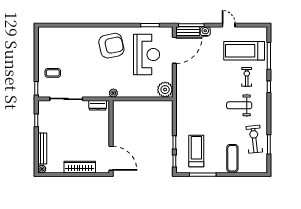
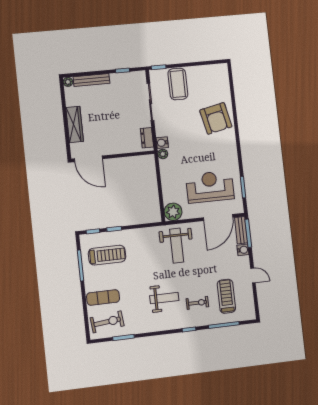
door: (229, 25) -> (253, 275), hinge flipped
armchair: (111, 46) -> (216, 118), moved
door: (174, 50) -> (218, 217), hinge flipped
treadmill: (244, 51) -> (226, 296), width x0.73, depth x0.73
reception desk: (147, 55) -> (210, 187), turned 180
coffee table: (53, 73) -> (178, 84), width x1.86, depth x1.72
weight bench: (195, 90) -> (177, 246), added
water cooler: (103, 92) -> (162, 143), added
weight bench: (239, 105) -> (164, 298), turned 90
exercise bike: (254, 139) -> (107, 322), moved
door: (111, 158) -> (88, 159), hinge flipped

